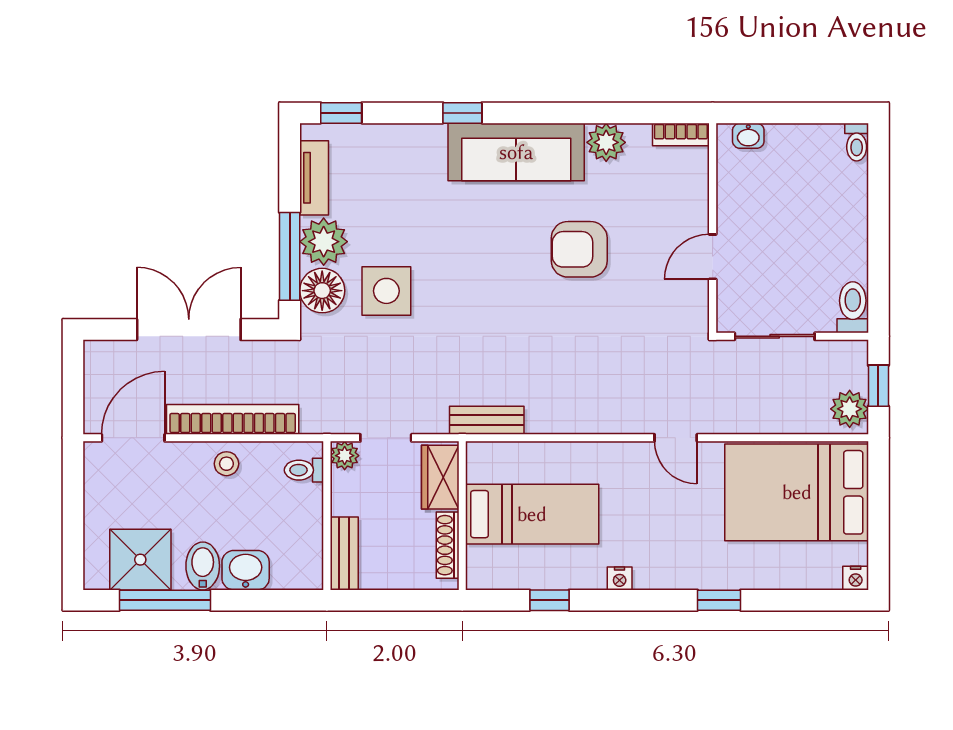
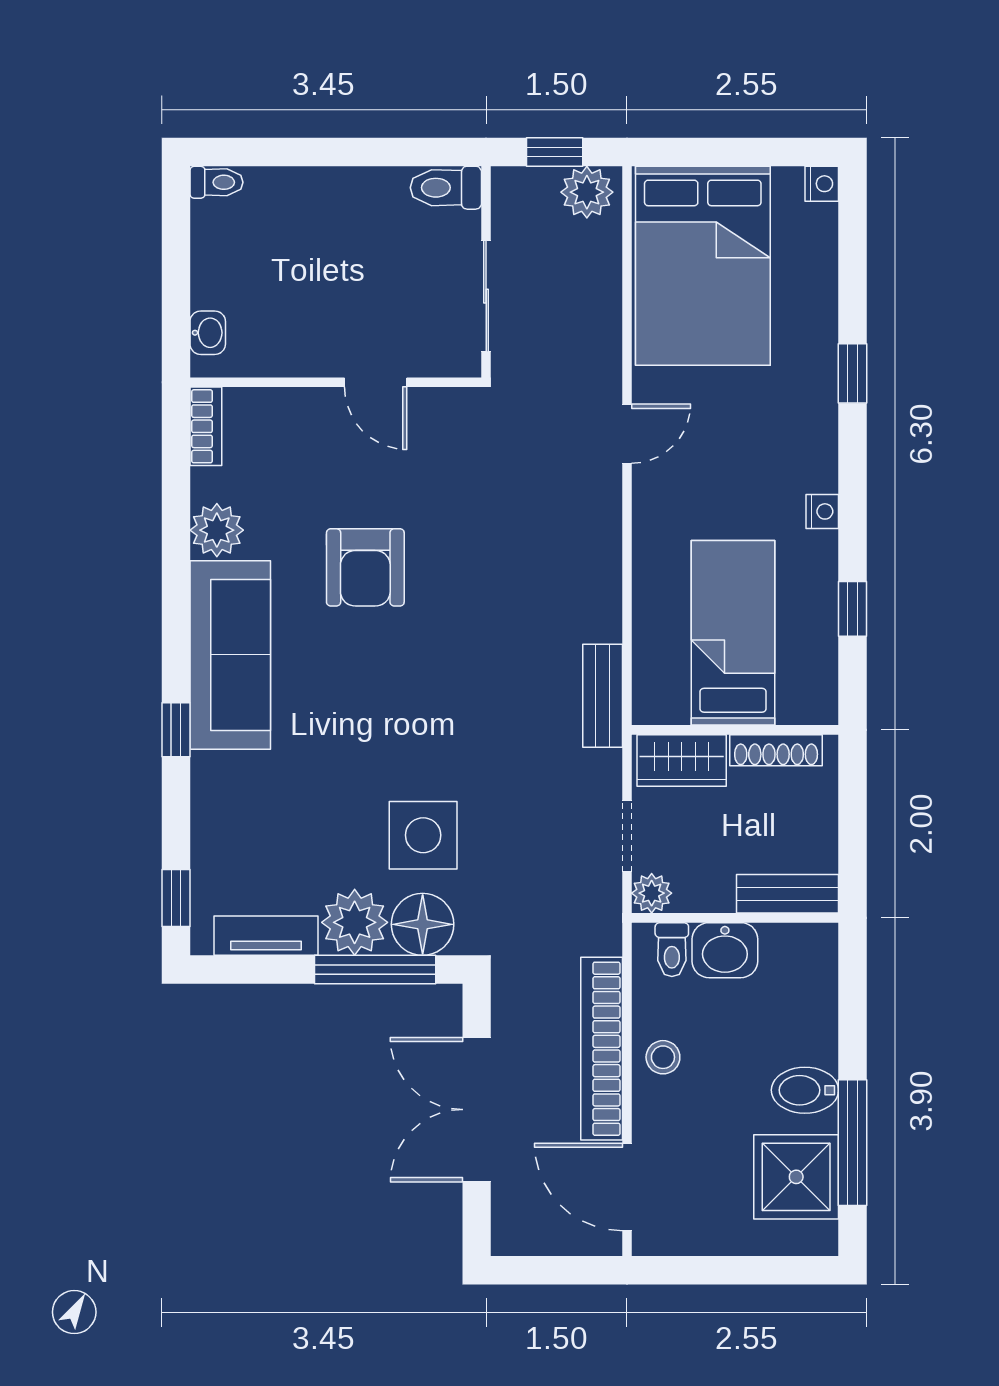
washbasin: (246, 570) -> (725, 950), moved, turned -90

